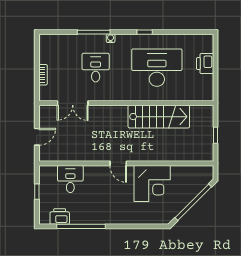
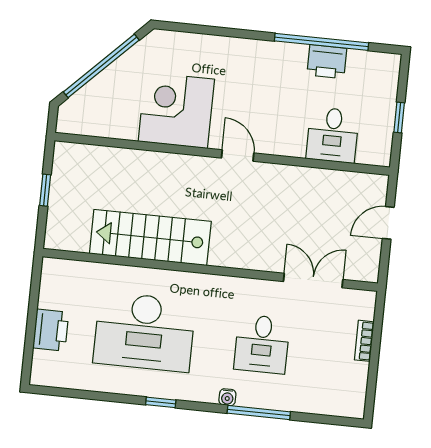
printer: (60, 217) -> (327, 62), moved

